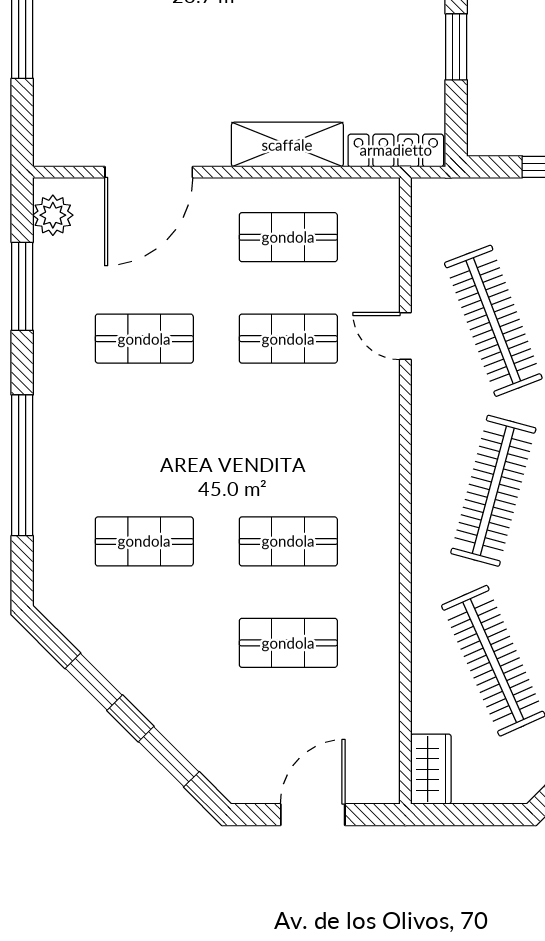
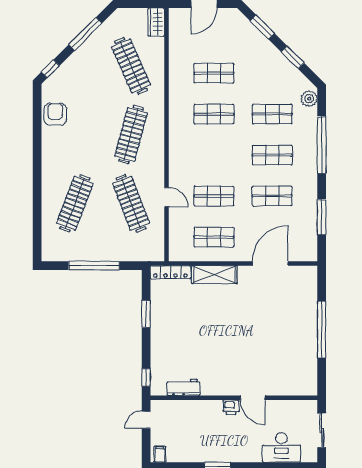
plant: (53, 215) -> (309, 99), moved
shop shelf: (144, 440) -> (272, 155), added

